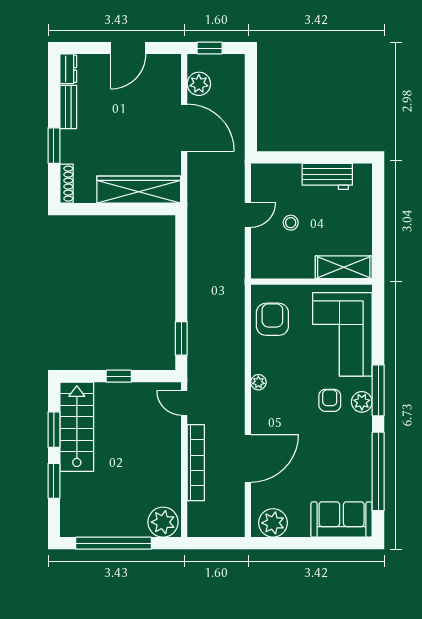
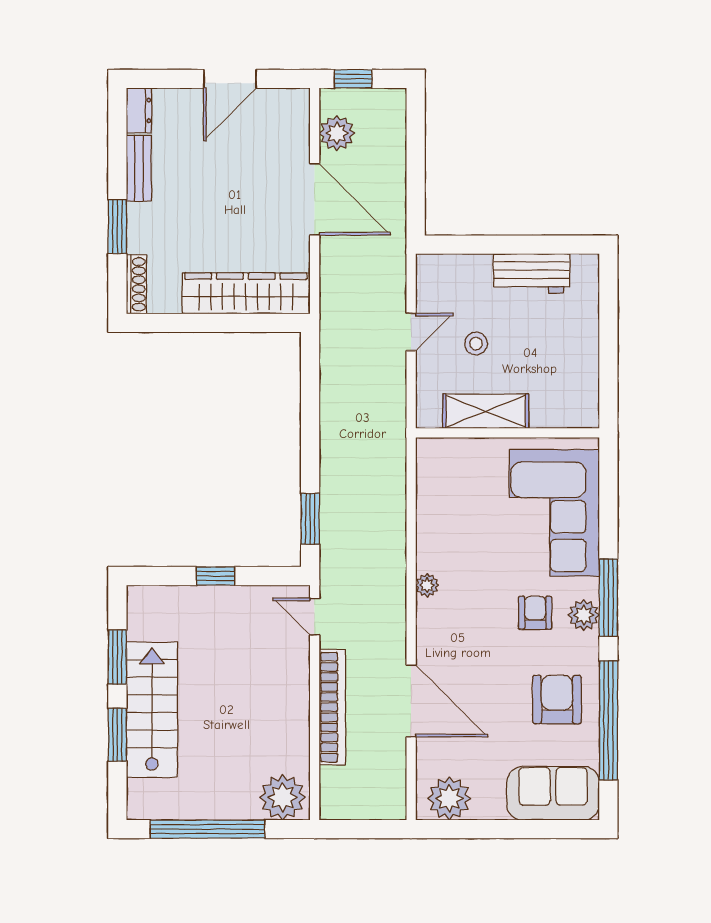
shelving: (344, 267) -> (486, 411), moved
armchair: (272, 319) -> (557, 699), moved
stairs: (77, 427) -> (152, 710), moved
door: (248, 458) -> (411, 701), hinge flipped

